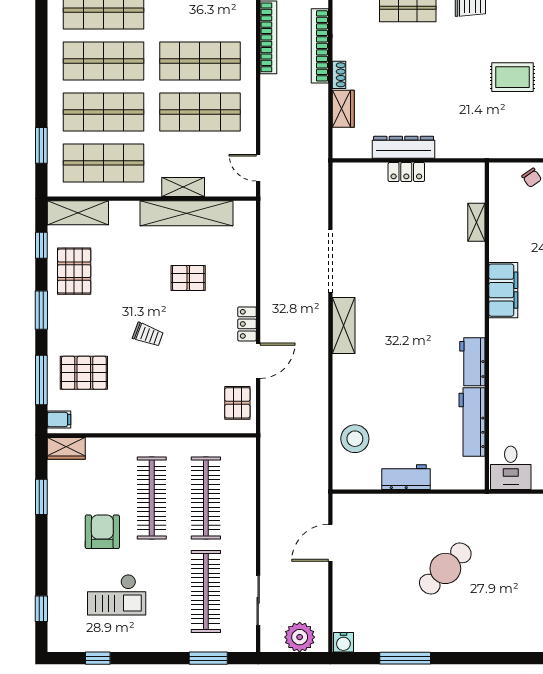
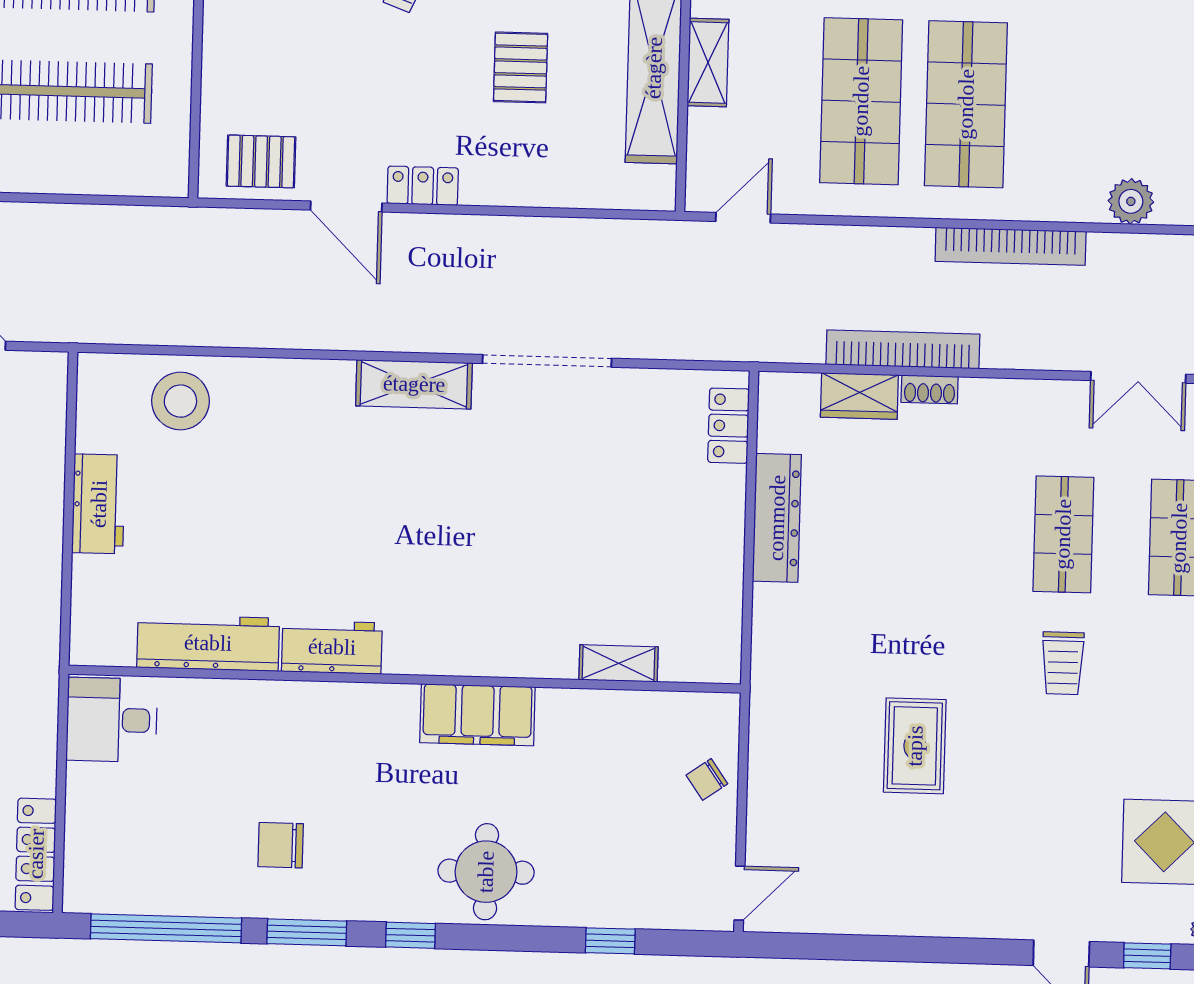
bookcase: (320, 46) -> (903, 349), moved
locker: (406, 172) -> (728, 426), moved

